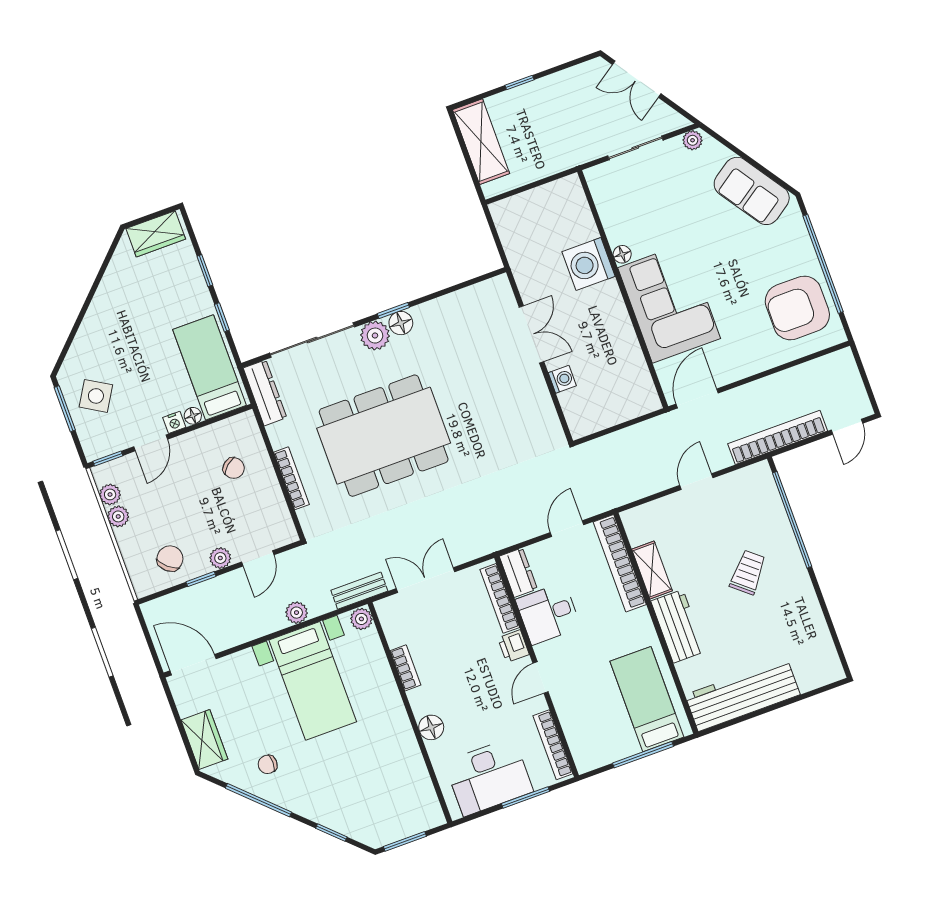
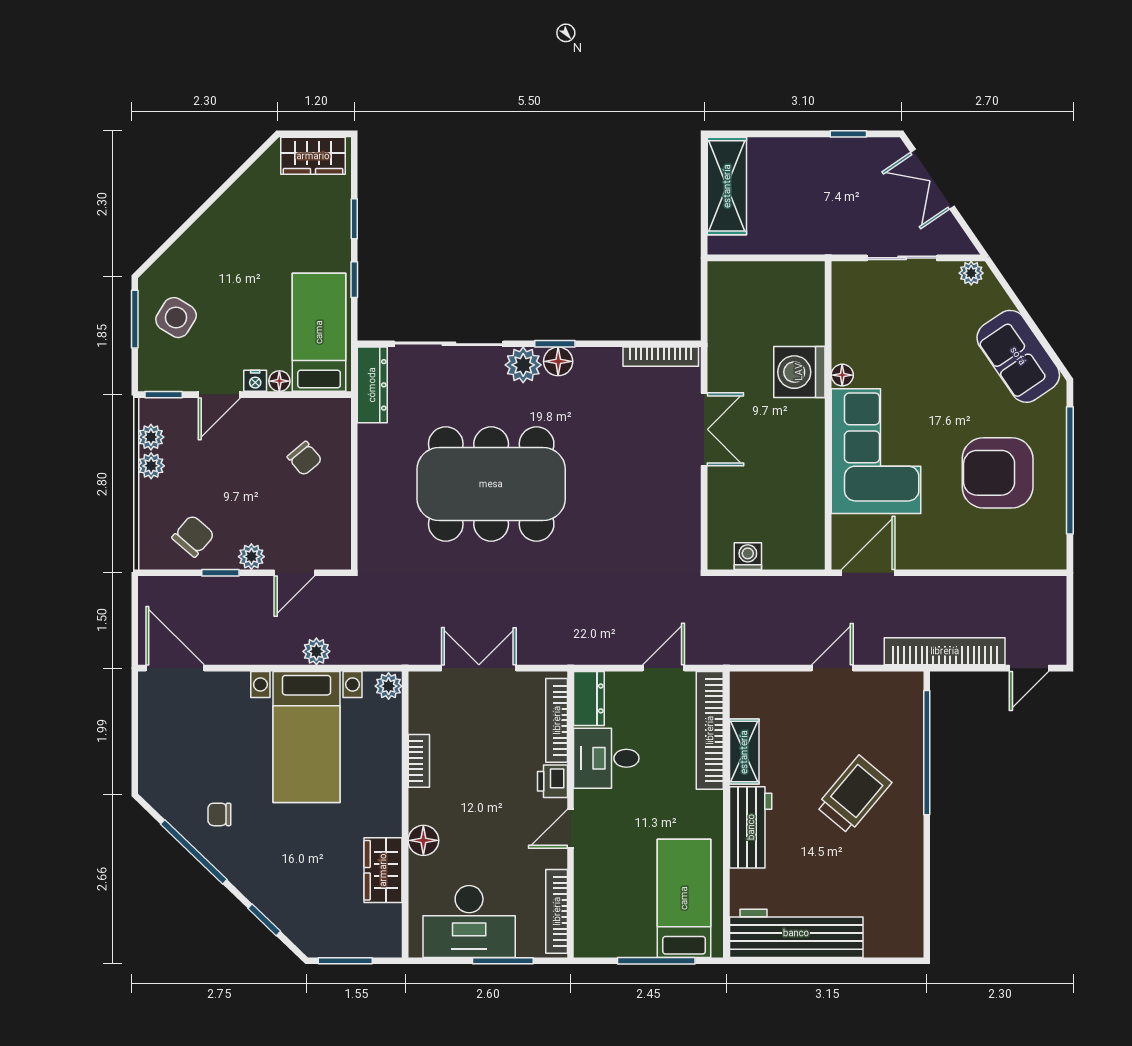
window: (520, 82) -> (848, 134), moved
armchair: (797, 308) -> (998, 473), moved
washing machine: (562, 379) -> (748, 556), moved, turned -90
bookcase: (292, 478) -> (661, 357), moved, turned 90
trolley: (748, 572) -> (854, 795), width x1.36, depth x1.39
bench: (359, 591) -> (398, 653), removed
wardrobe: (204, 740) -> (383, 870), moved, turned 180

